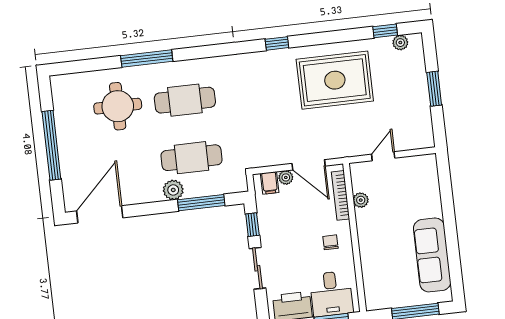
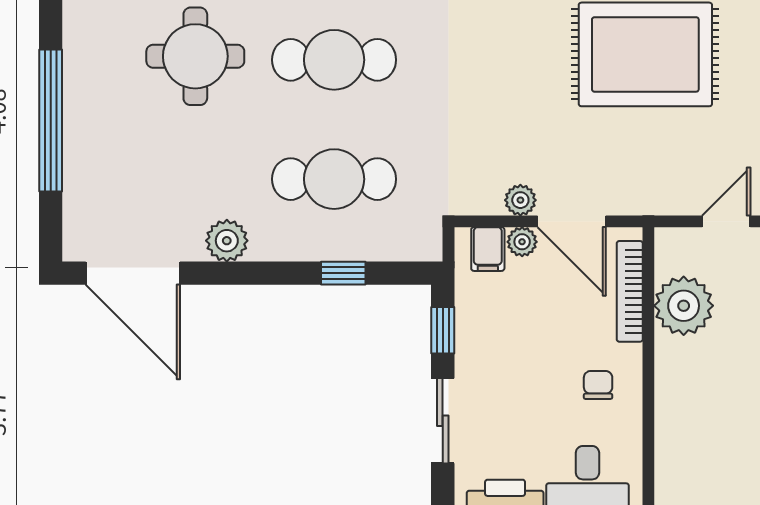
plant: (283, 157) -> (520, 200), added
plant: (173, 190) -> (227, 241), moved
plant: (361, 200) -> (684, 306), width x1.88, depth x1.88
window: (201, 203) -> (343, 273), width x0.46
door: (100, 214) -> (133, 273), swing flipped

